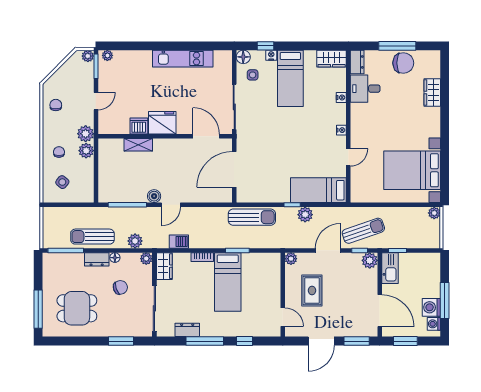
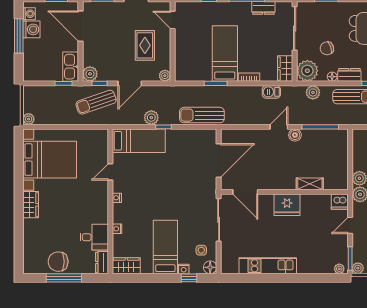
wardrobe: (432, 92) -> (31, 205), moved
dishwasher: (139, 126) -> (340, 202), moved
plant: (146, 259) -> (307, 71), width x1.87, depth x1.87

